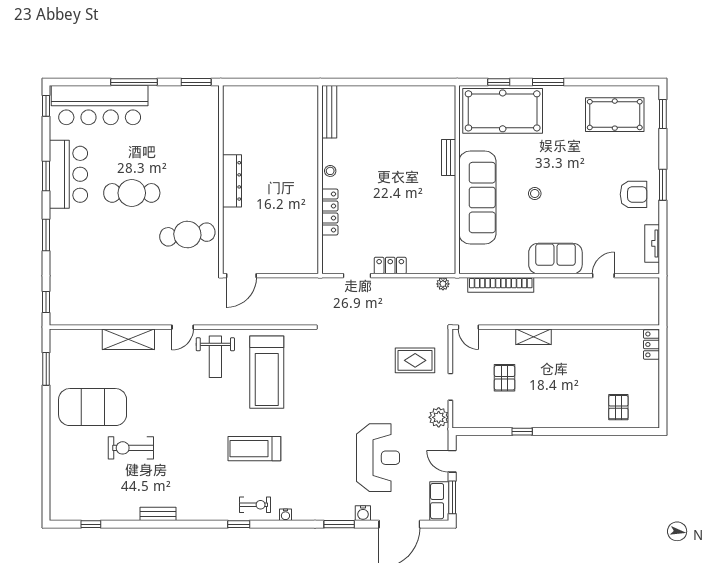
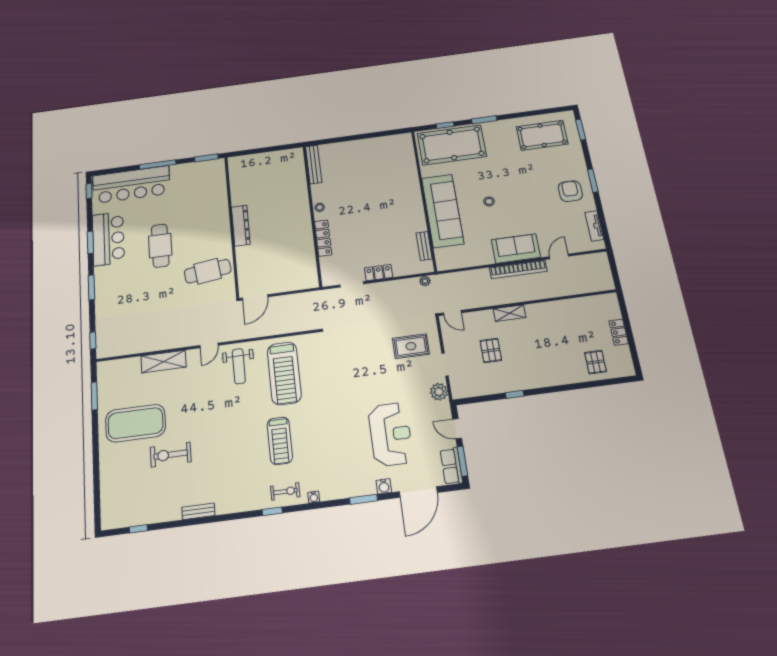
bench: (449, 158) -> (424, 246), moved
cafe table: (132, 193) -> (160, 246), turned 90
armchair: (634, 194) -> (570, 191), turned -90
bookcase: (501, 285) -> (518, 269), moved
locker: (652, 344) -> (619, 332), moved
treadmill: (254, 449) -> (280, 441), turned -90

